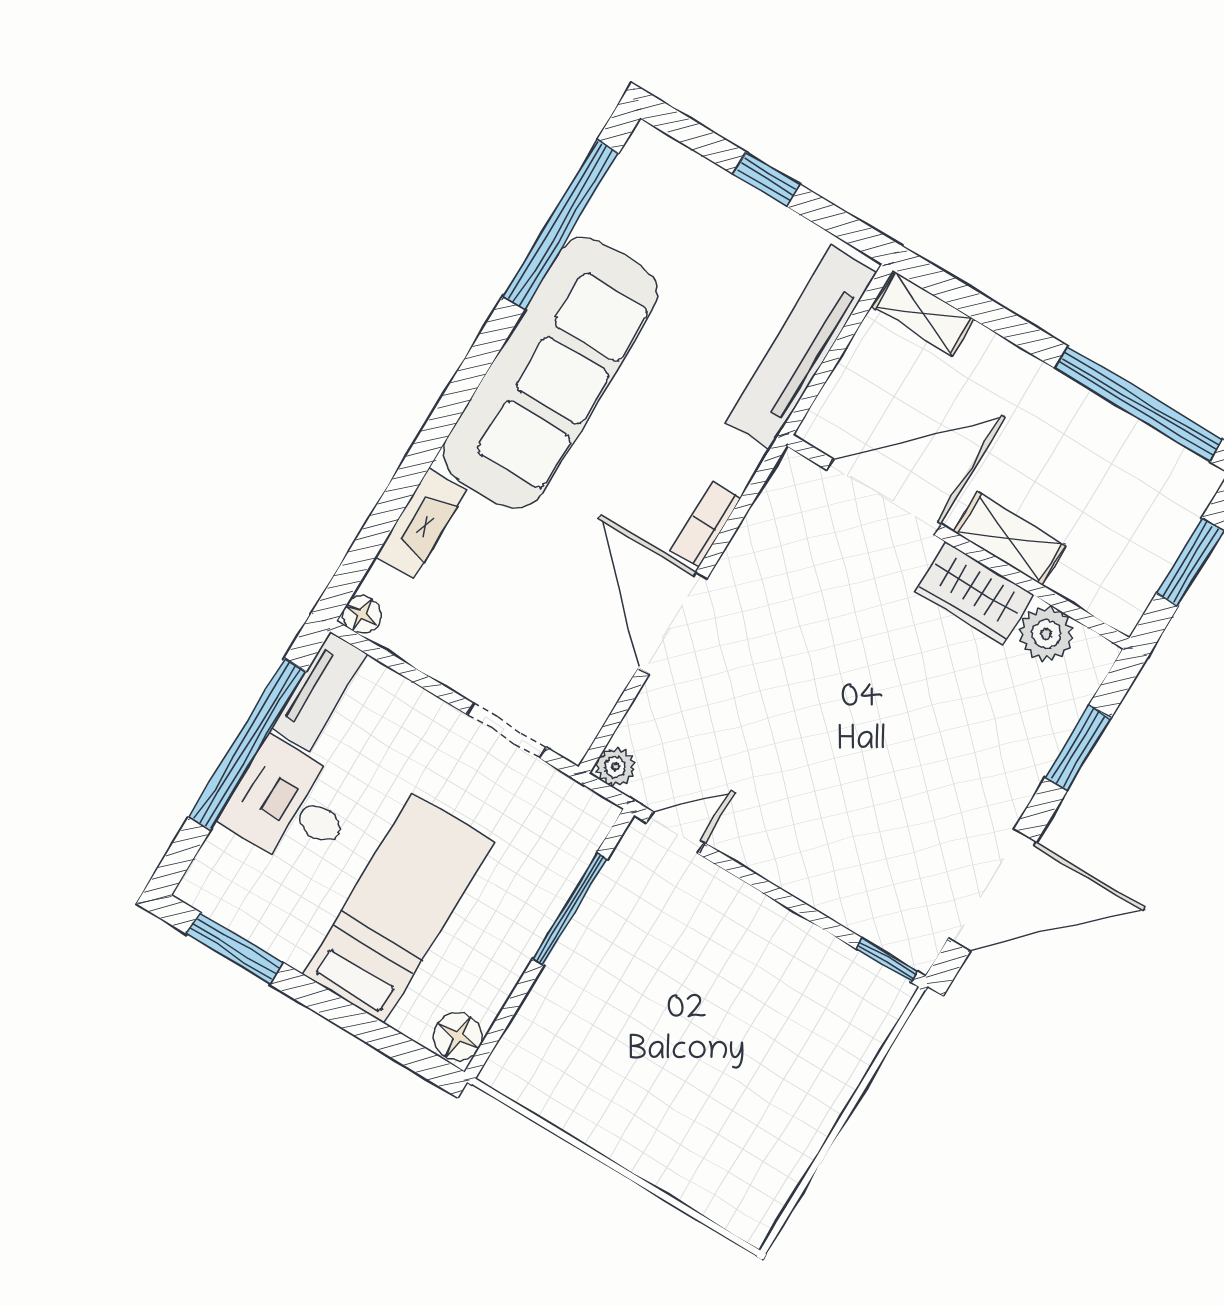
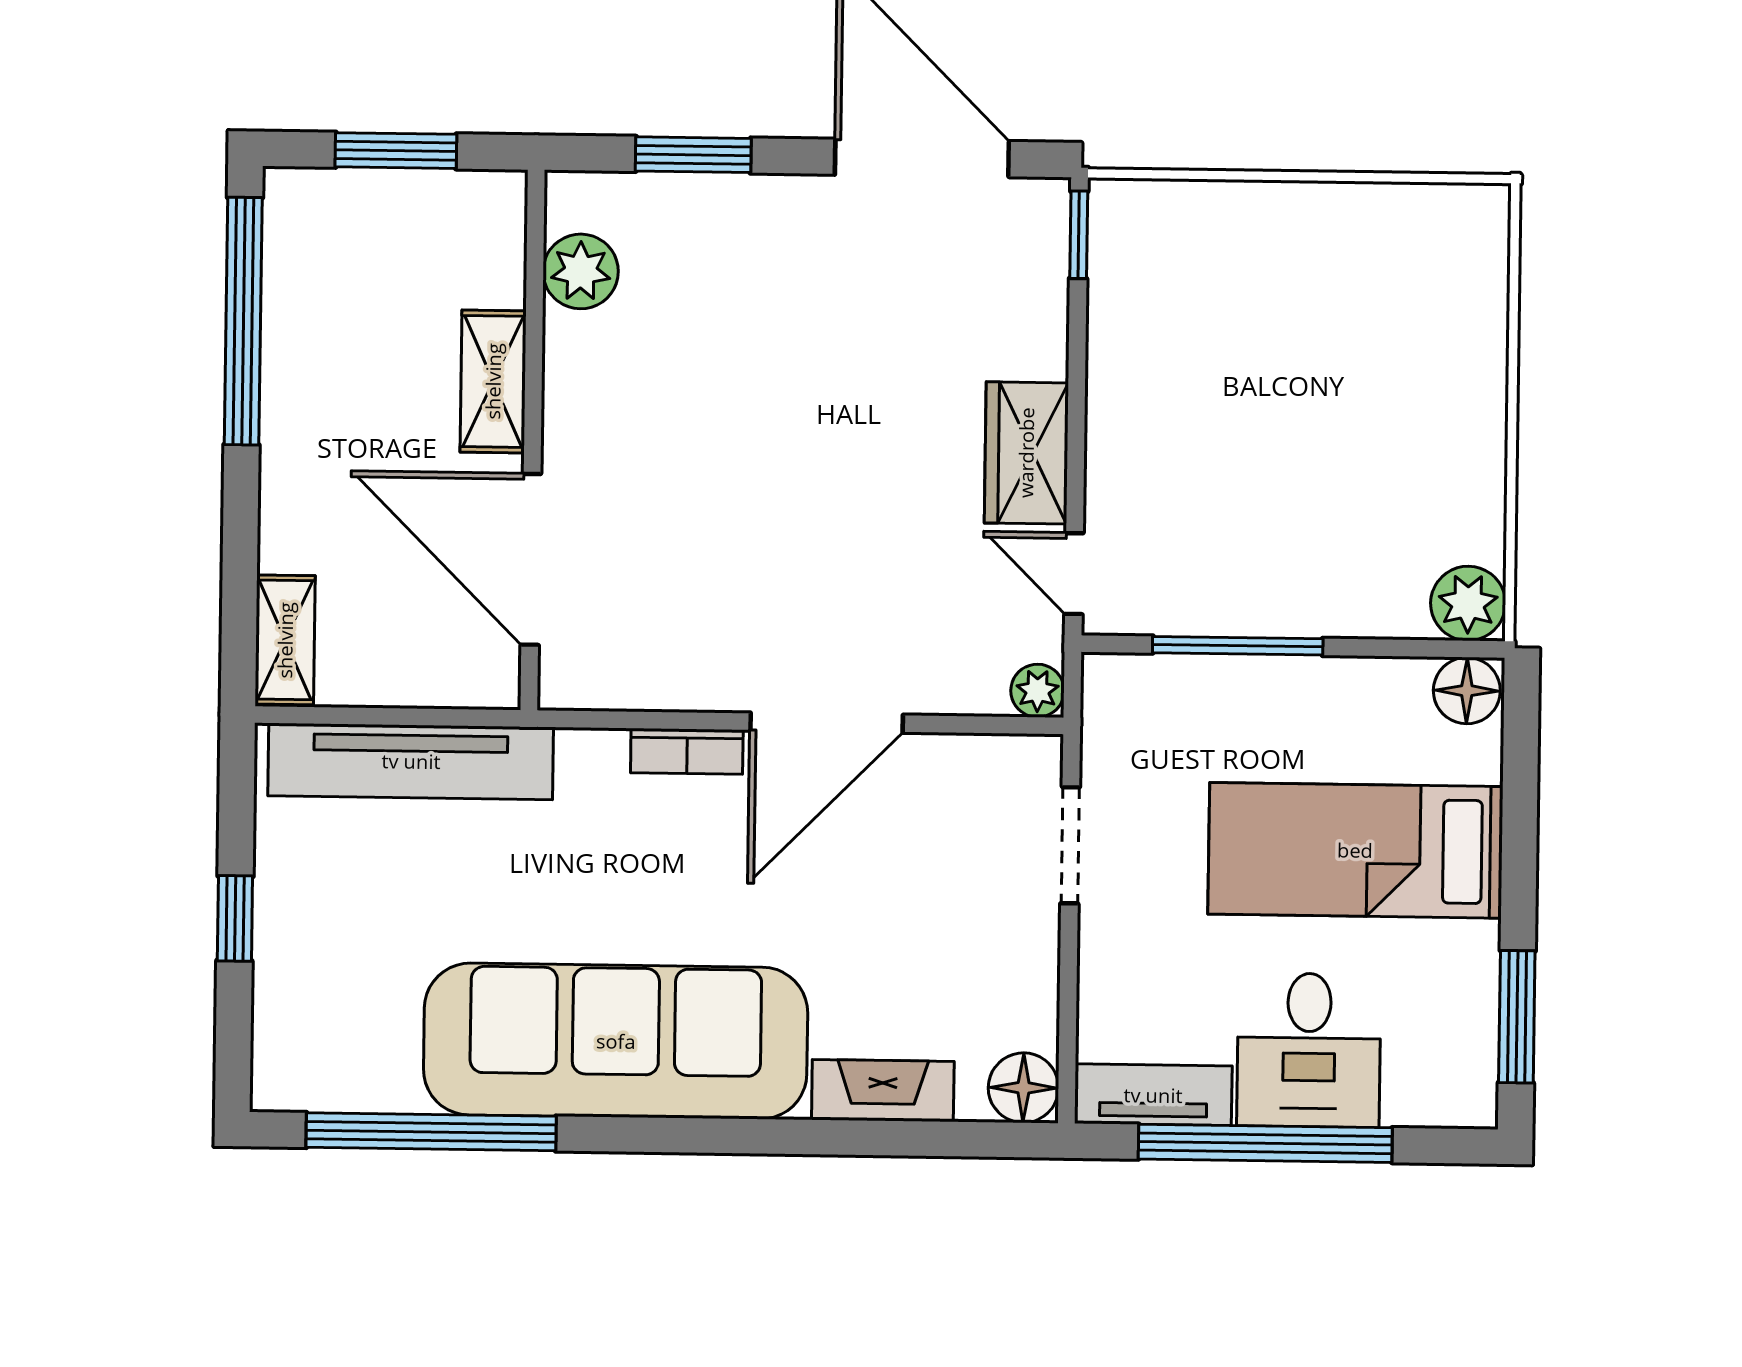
wardrobe: (974, 593) -> (1026, 453), moved, turned 180
floor lamp: (362, 615) -> (1023, 1088), width x1.37, depth x1.37
plant: (512, 1069) -> (1468, 603), added

